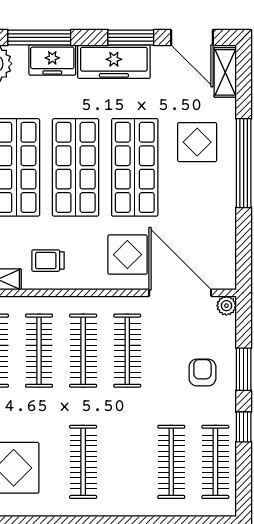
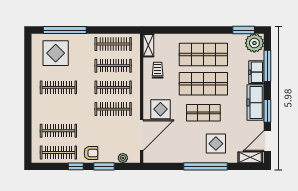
shop shelf: (135, 167) -> (203, 113), width x0.70, depth x0.74
plant: (226, 306) -> (123, 158), moved
armchair: (202, 373) -> (91, 153), moved

